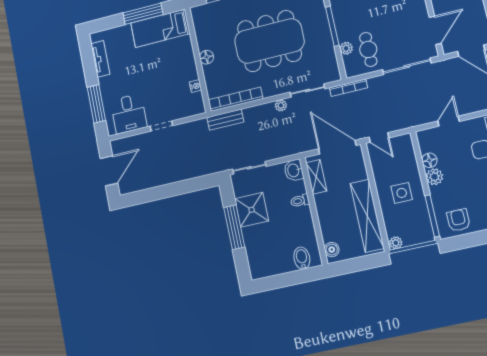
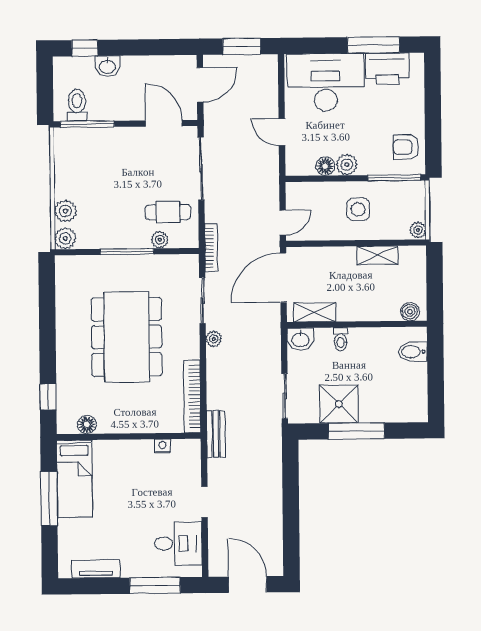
floor lamp: (207, 57) -> (87, 424), moved
bench: (225, 120) -> (216, 434), moved
shelving: (367, 216) -> (377, 255), width x0.45, depth x0.75

